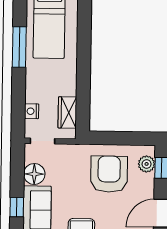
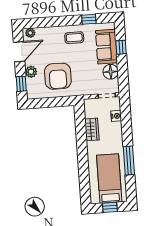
wardrobe: (67, 112) -> (92, 129), moved
plant: (147, 164) -> (31, 72), moved

